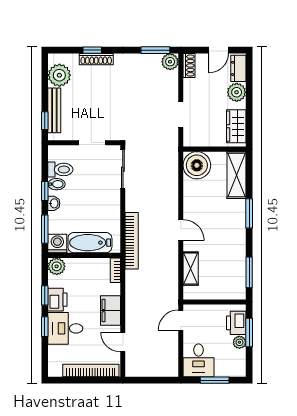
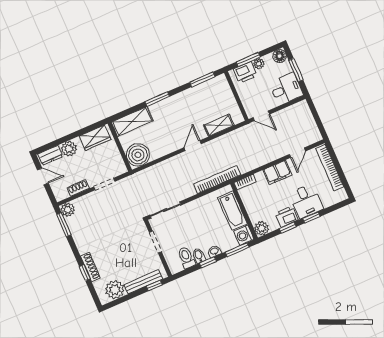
shoe rack: (189, 65) -> (78, 188), moved
floor lamp: (238, 369) -> (280, 56), added

